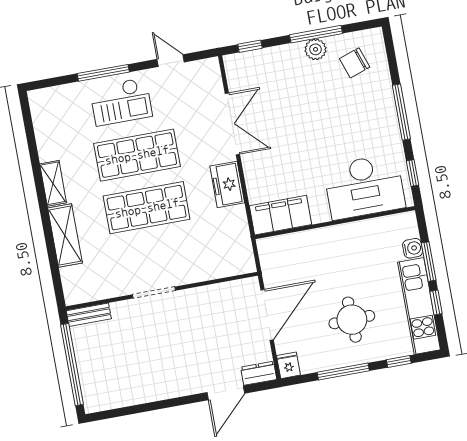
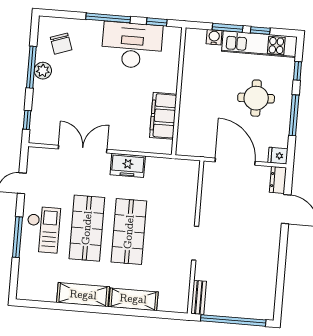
shelving: (53, 183) -> (83, 295), width x1.50, depth x1.33
desk: (364, 187) -> (132, 45), moved, turned -90
filing cabinet: (280, 215) -> (163, 116), moved

